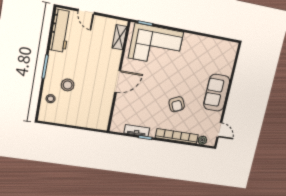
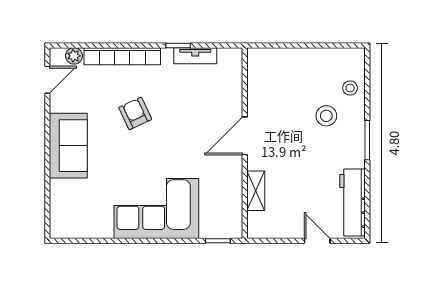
shelving: (120, 37) -> (256, 191), moved
corner sofa: (156, 45) -> (156, 208), moved
door: (219, 130) -> (47, 80), swing flipped

